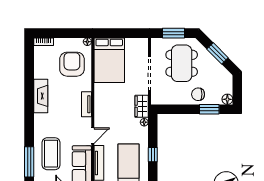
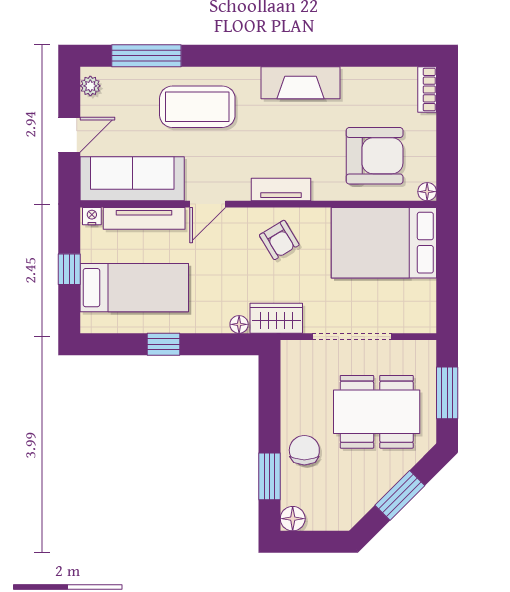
armchair: (108, 105) -> (279, 240), added
door: (93, 136) -> (208, 204), hinge flipped
coffee table: (51, 154) -> (197, 107), moved

